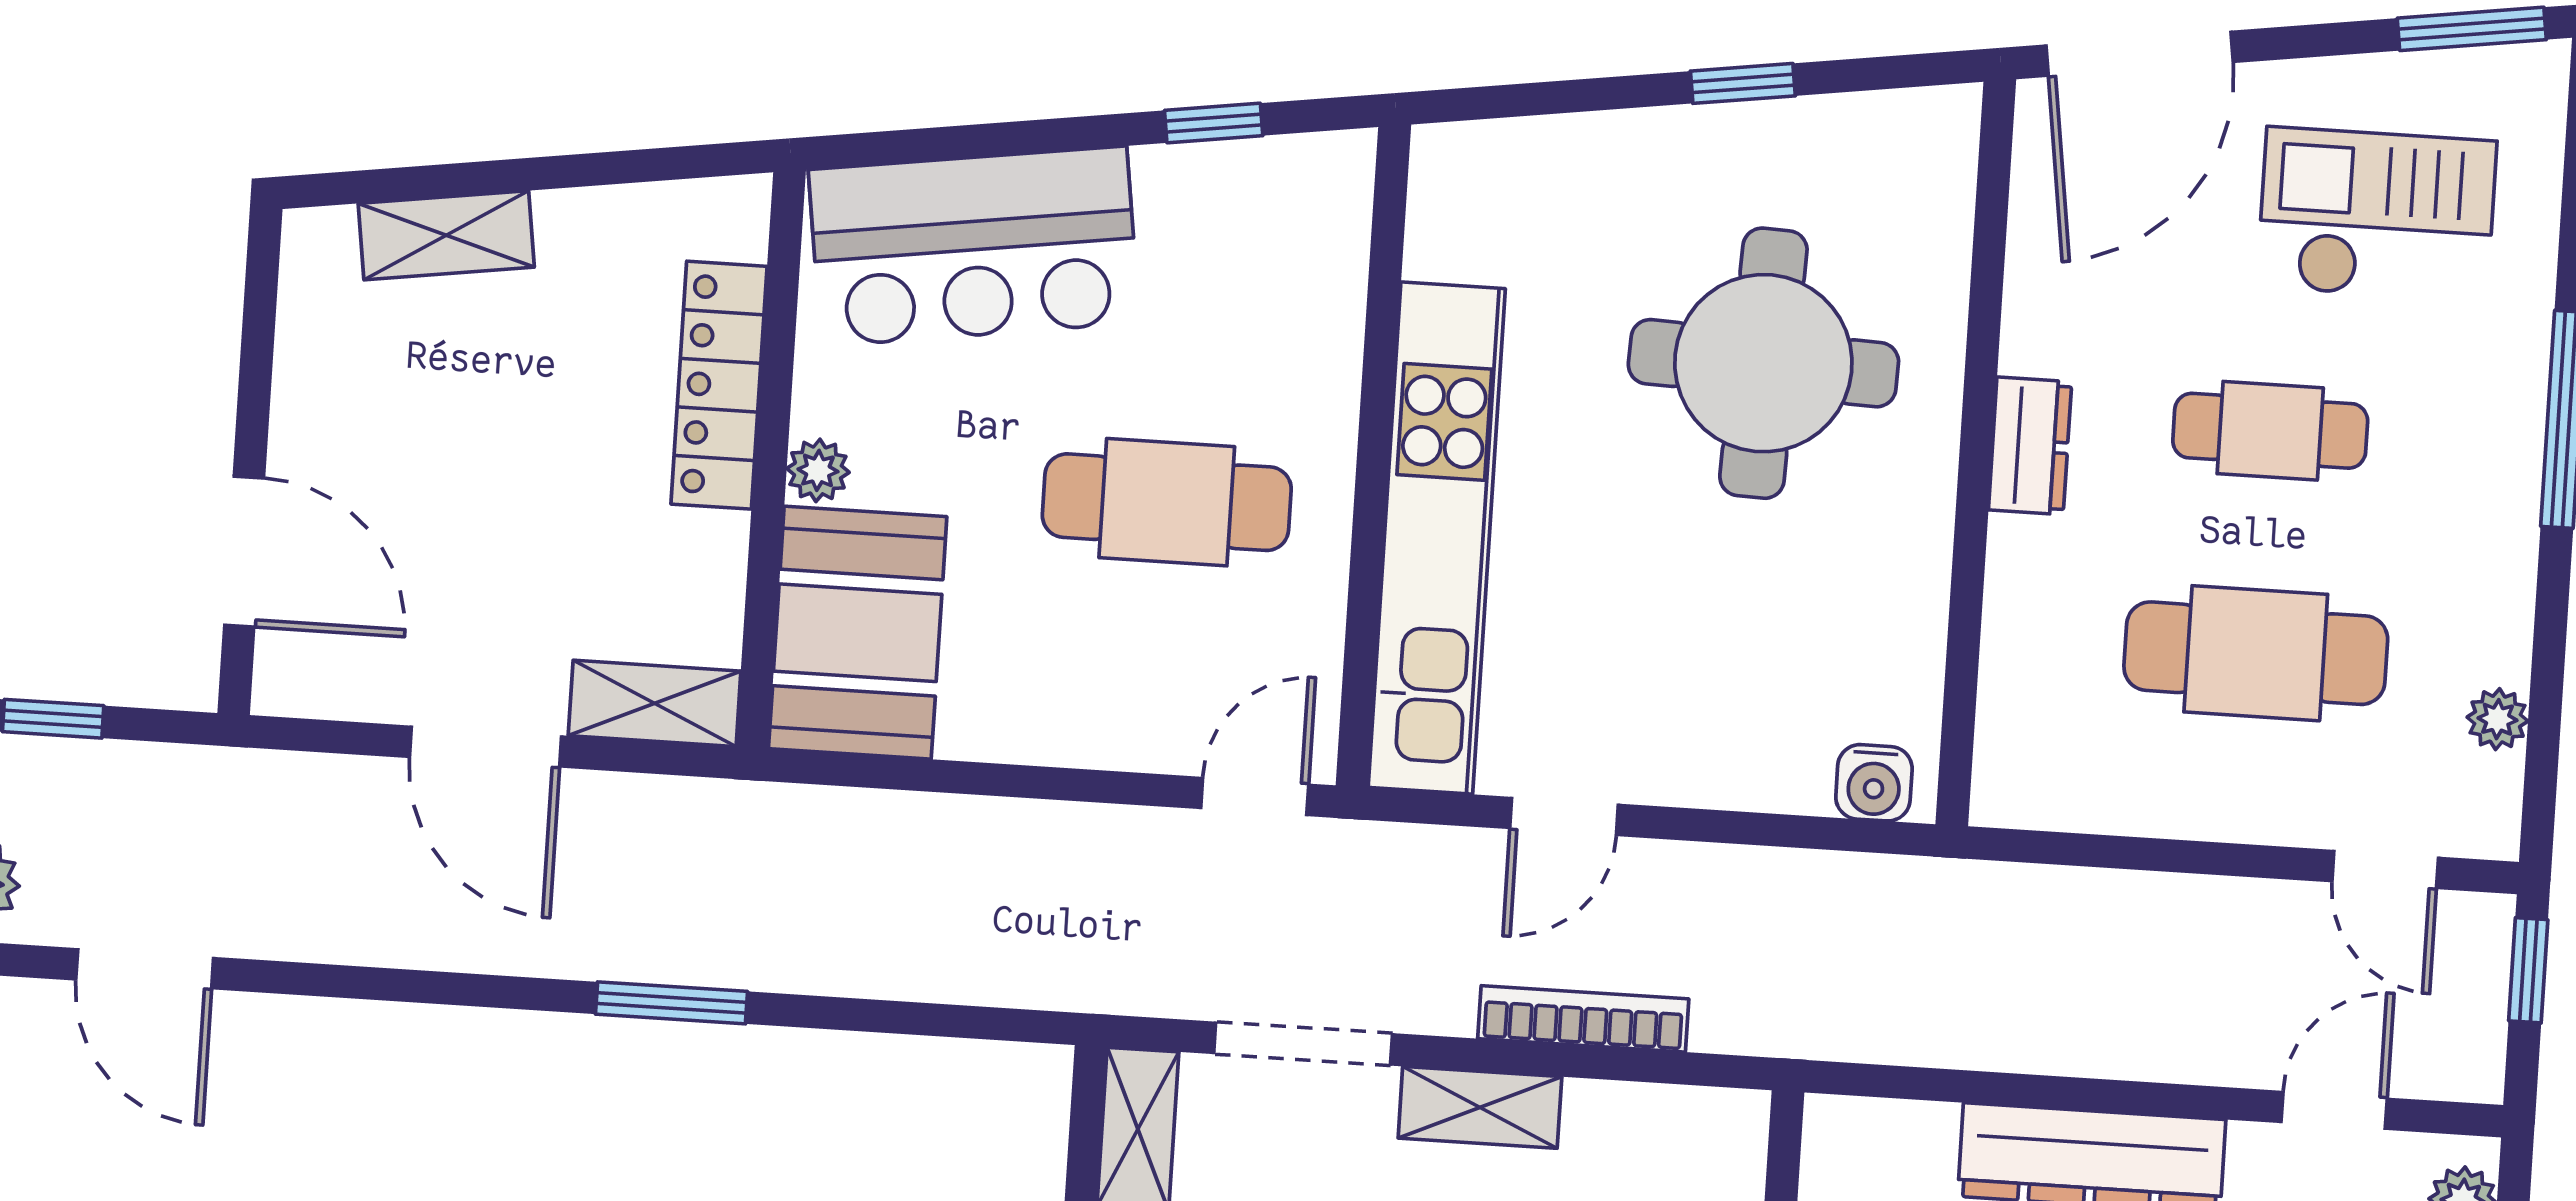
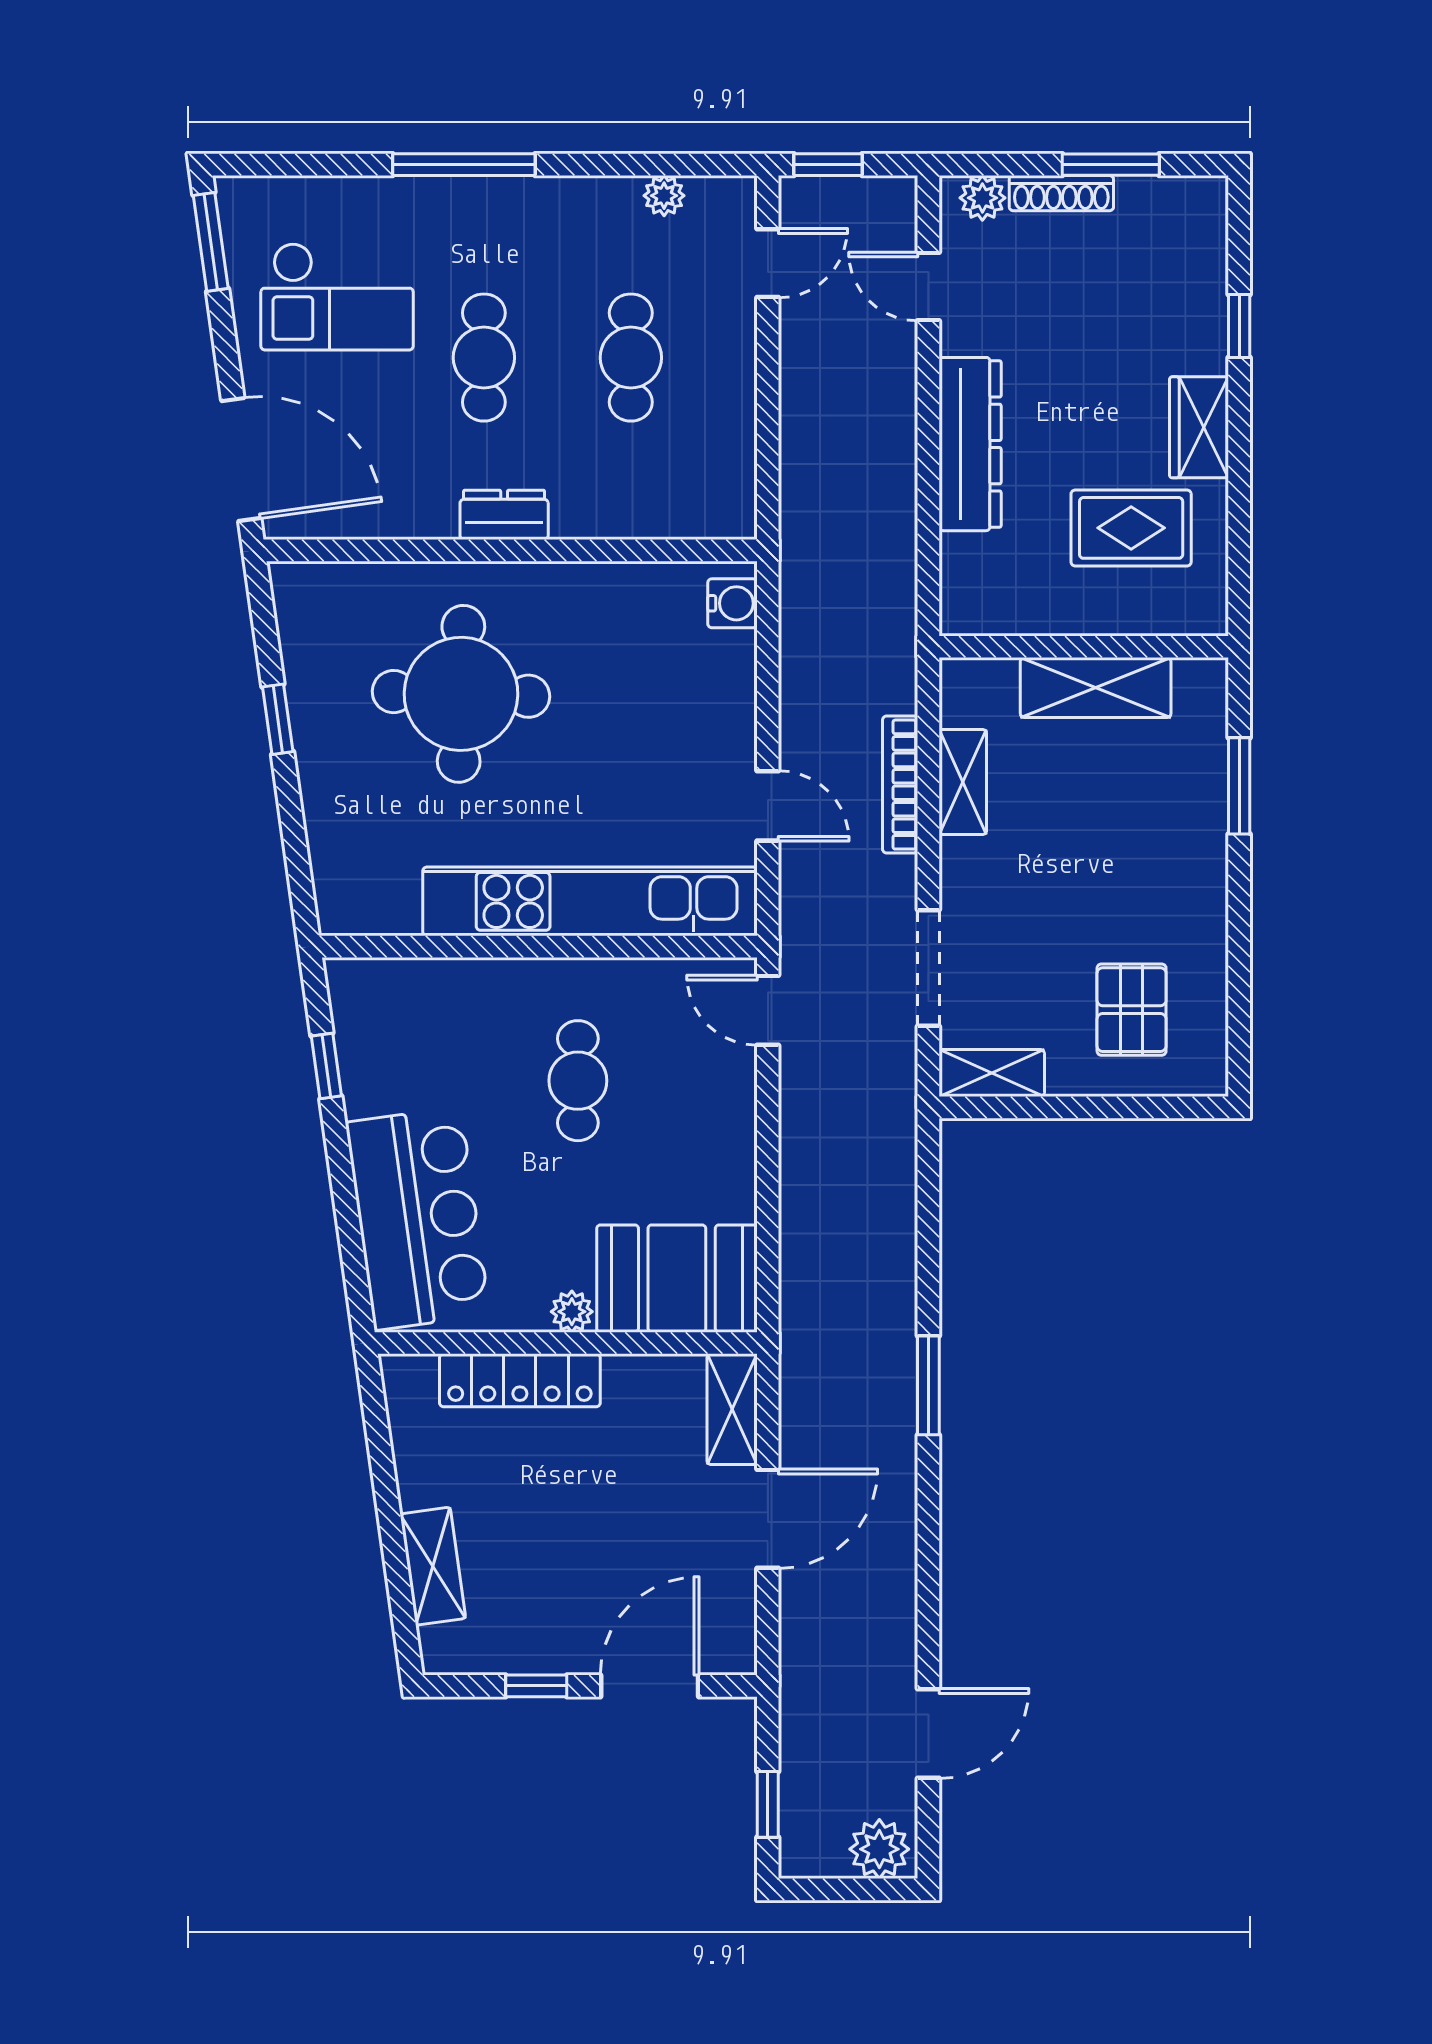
checkout: (2377, 215) -> (337, 297), turned -90
window: (255, 380) -> (536, 1686), added
cafe table: (1167, 502) -> (578, 1081), width x0.73, depth x0.74
cafe table: (2256, 653) -> (631, 358), width x0.73, depth x0.74
shelving: (1480, 1107) -> (963, 782), moved

